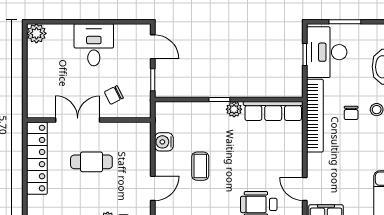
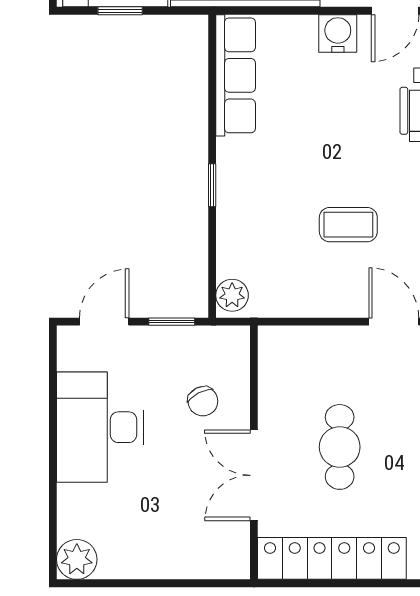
desk: (94, 45) -> (100, 427), width x1.37
plant: (234, 109) -> (232, 295), moved
water cooler: (164, 142) -> (338, 33), moved, turned 180

